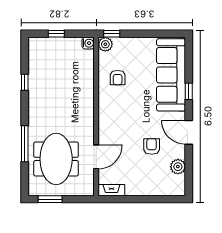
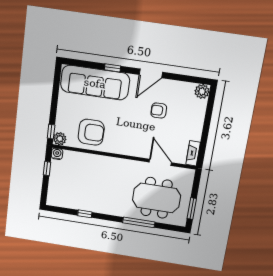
window: (56, 34) -> (47, 169), moved
armchair: (118, 78) -> (91, 132), width x1.88, depth x1.88
plant: (178, 167) -> (202, 91), moved

